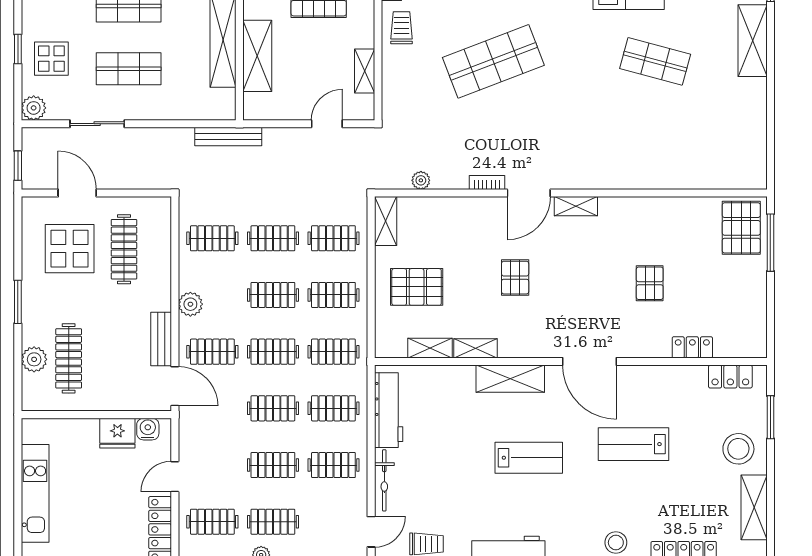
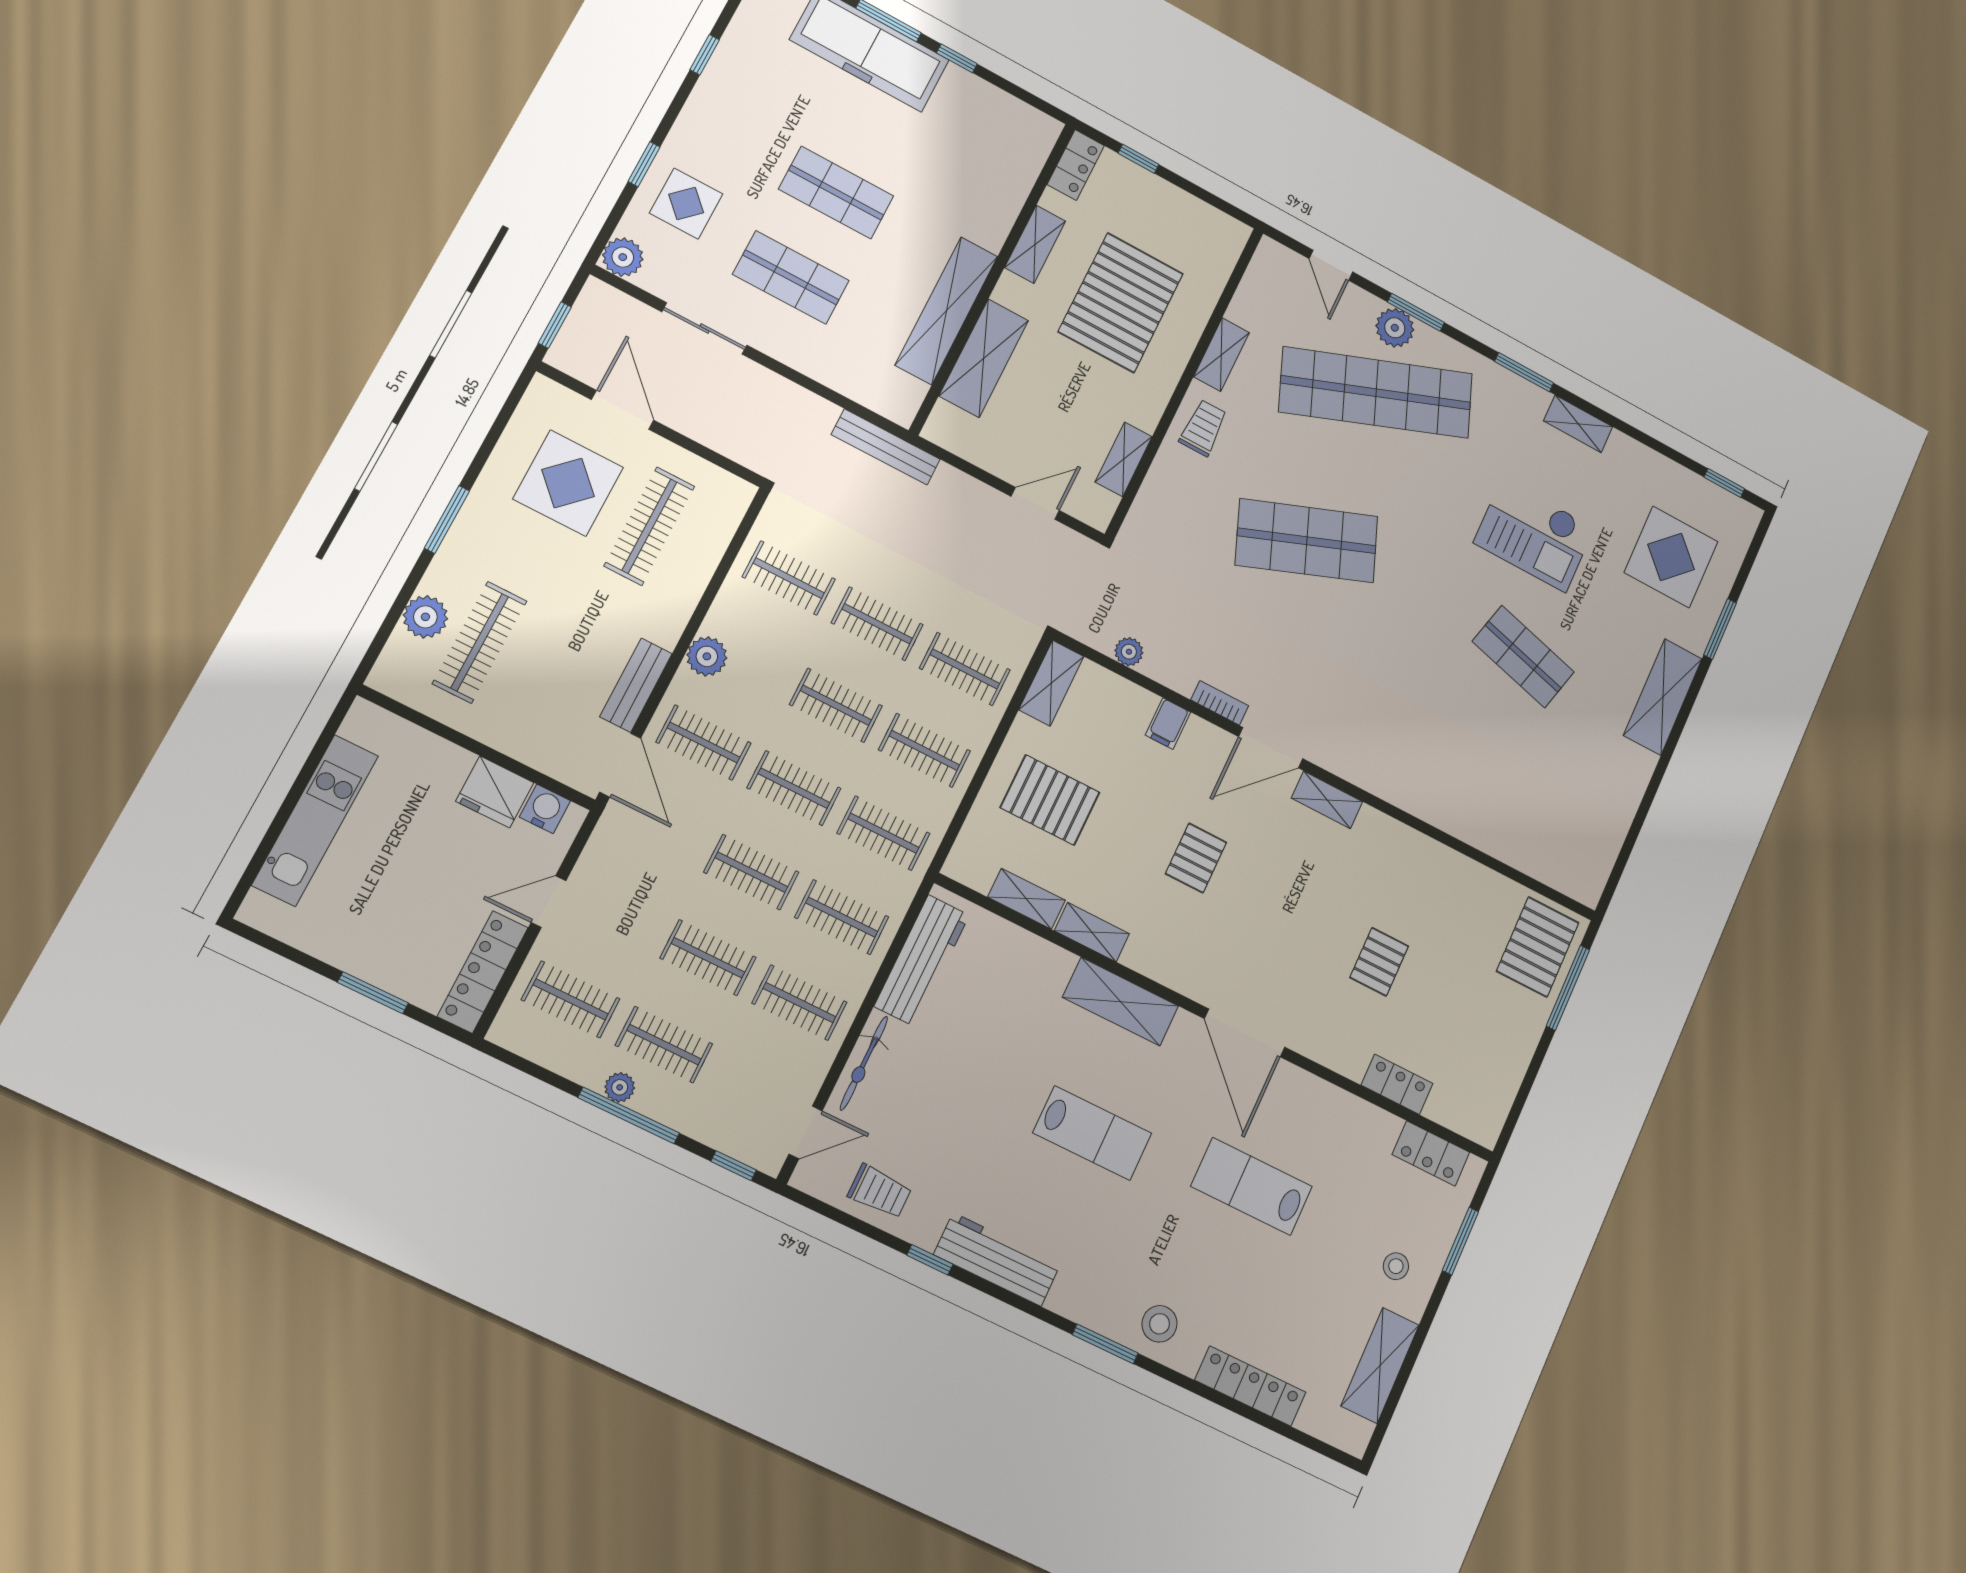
filing cabinet: (463, 210) -> (1168, 724), added
stool: (738, 449) -> (1396, 1266), width x0.53, depth x0.53

